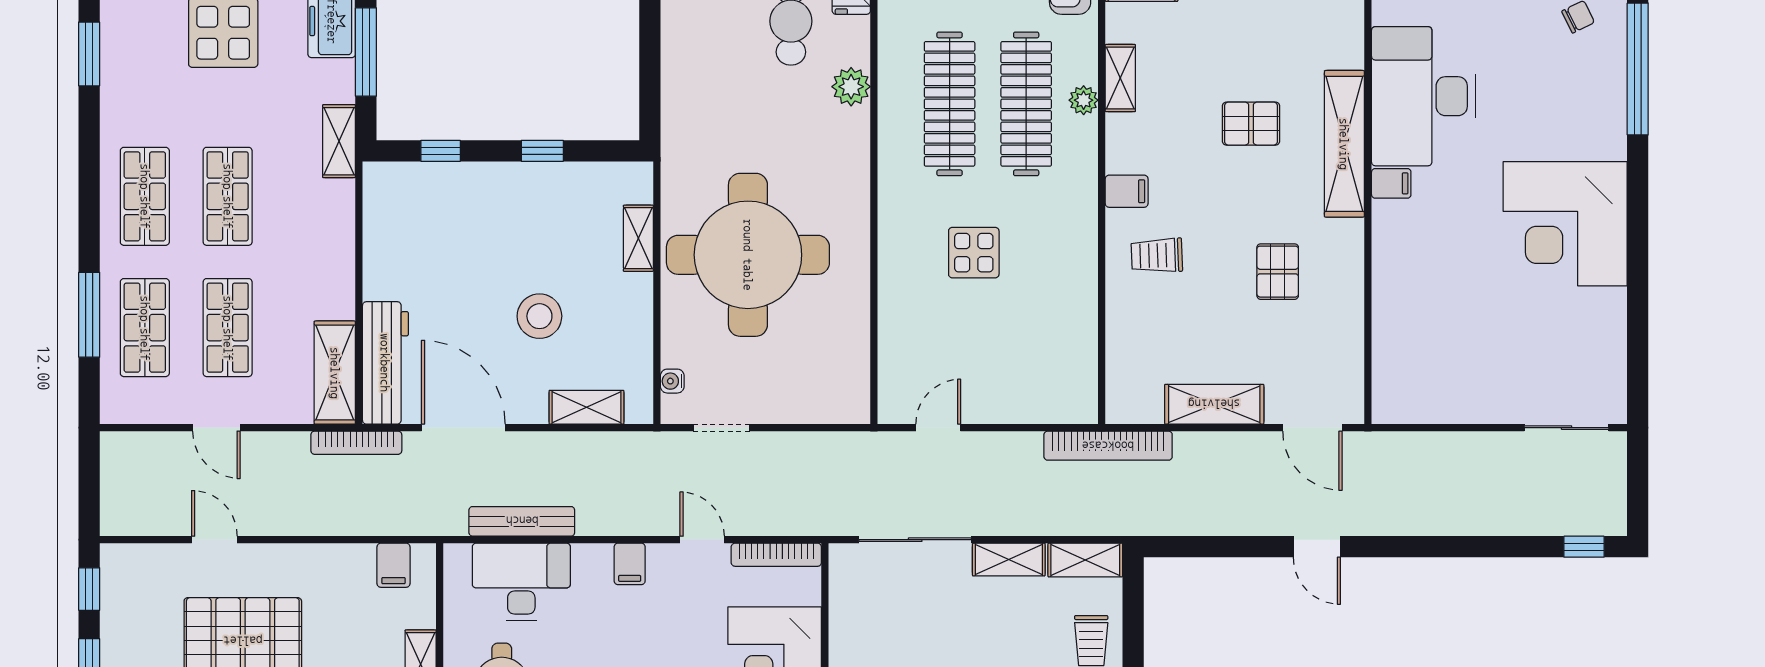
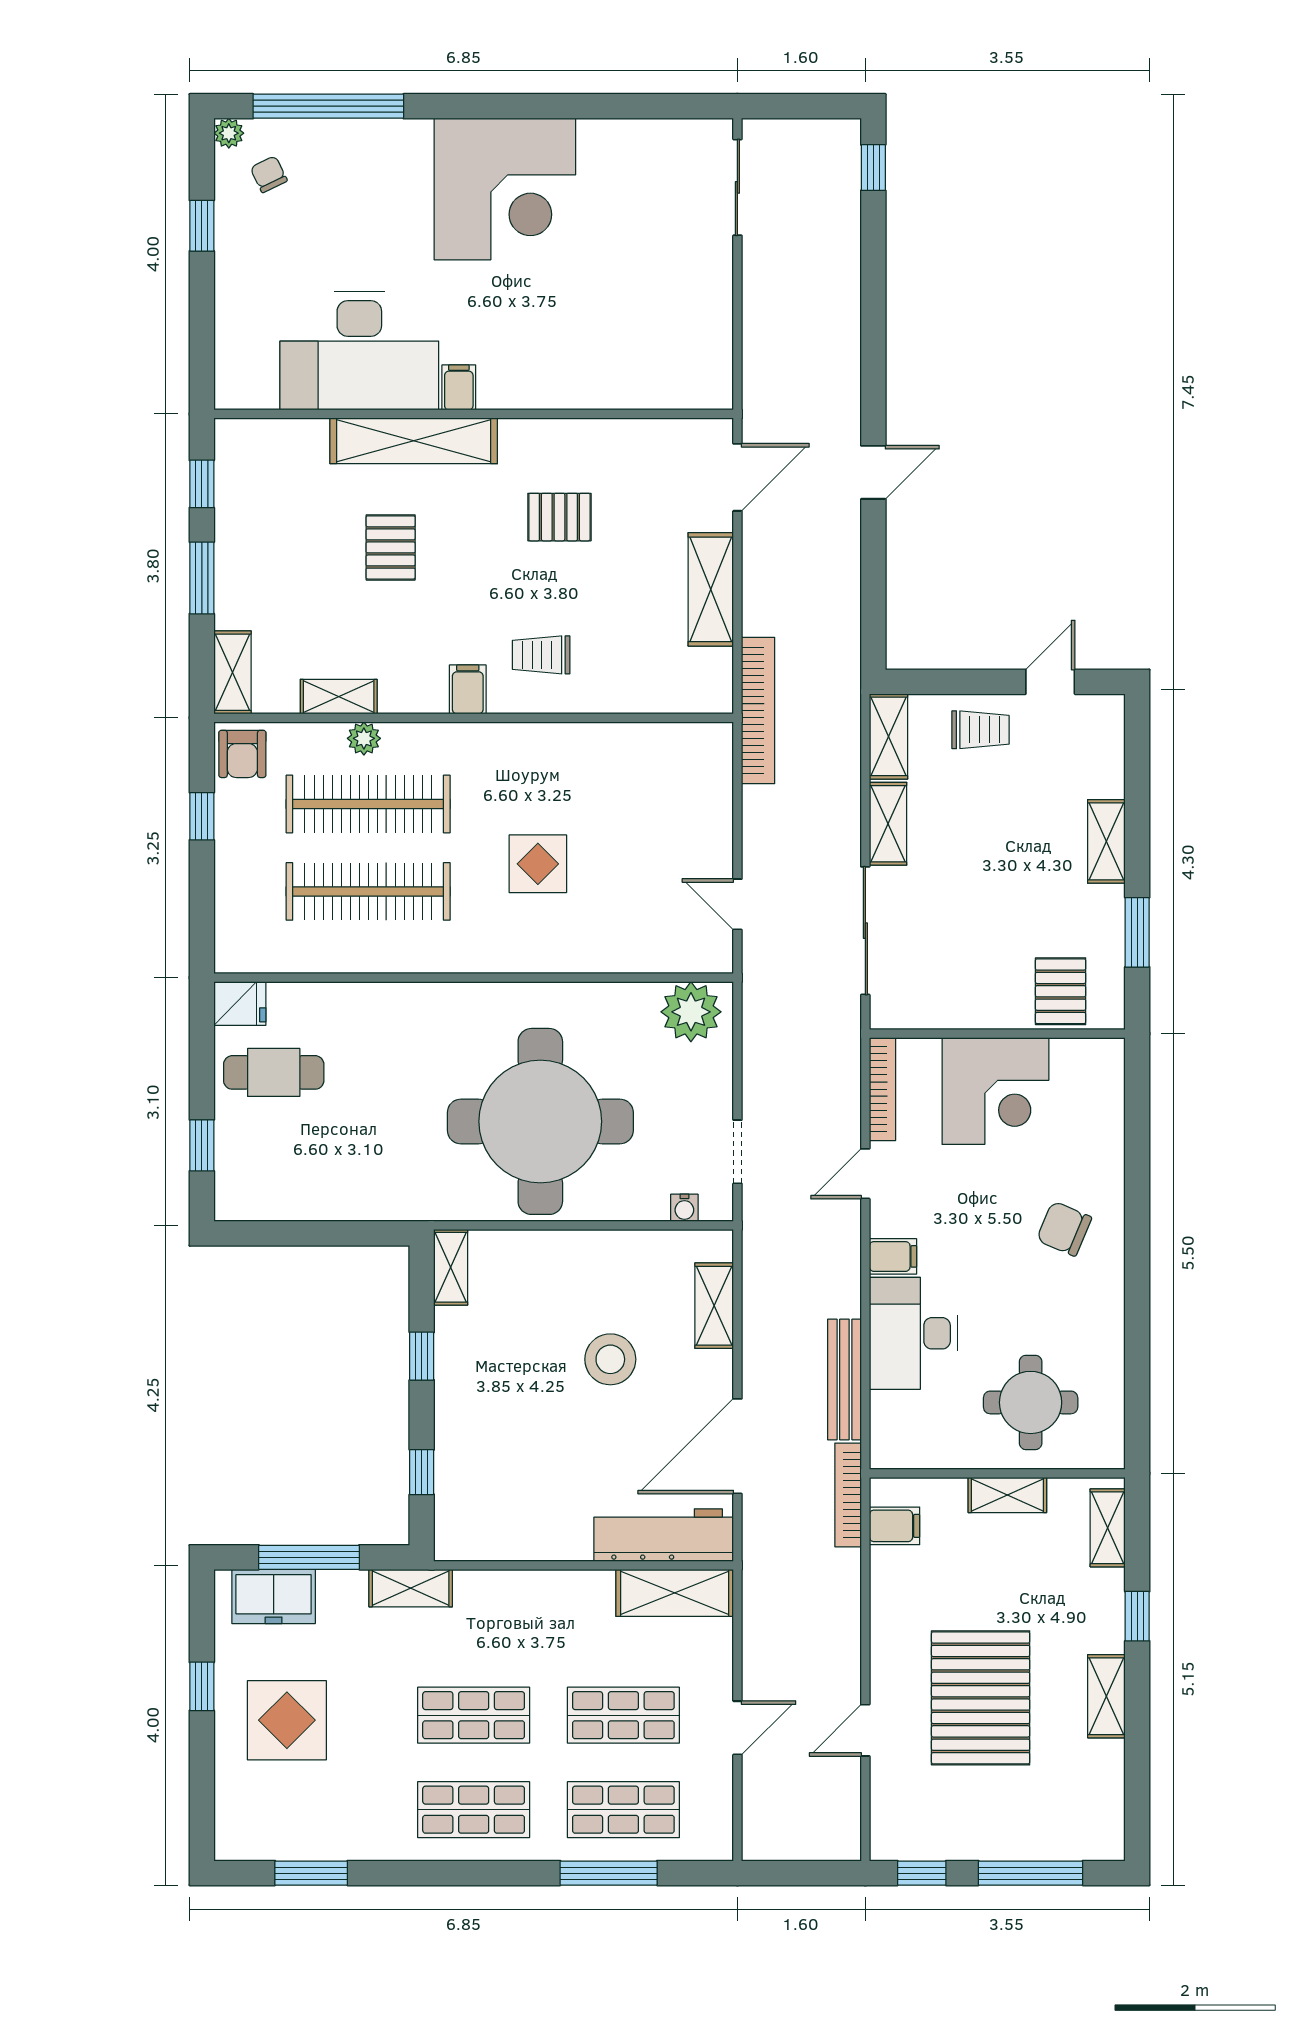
plant: (851, 87) -> (691, 1012), moved, width x1.36, depth x1.36
shelving: (638, 238) -> (451, 1267), moved, turned 90
trolley: (1157, 255) -> (541, 655), turned 92
bookcase: (356, 443) -> (848, 1495), moved, turned 180
desk: (521, 582) -> (913, 1333), moved

